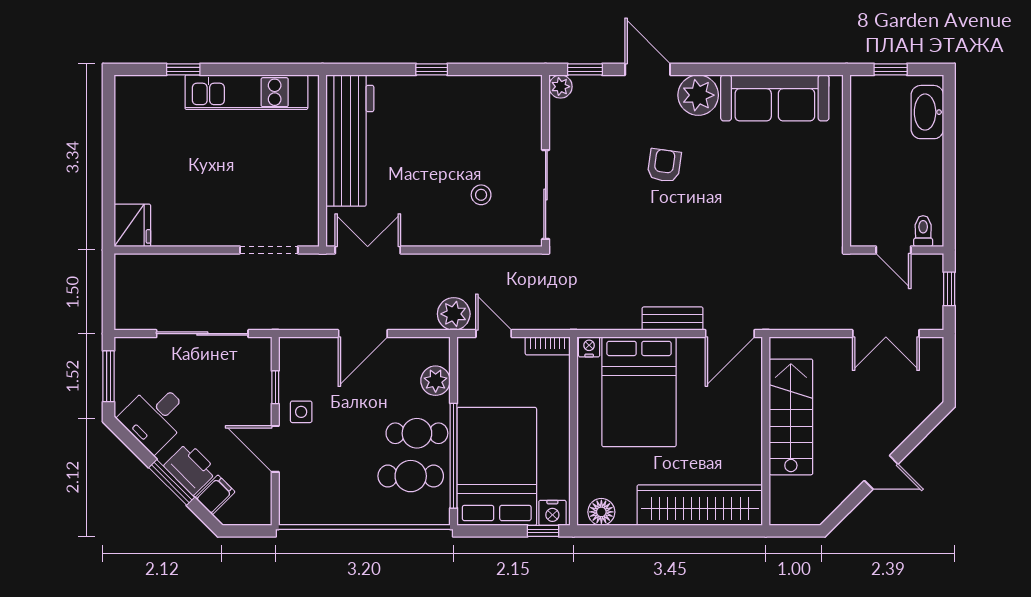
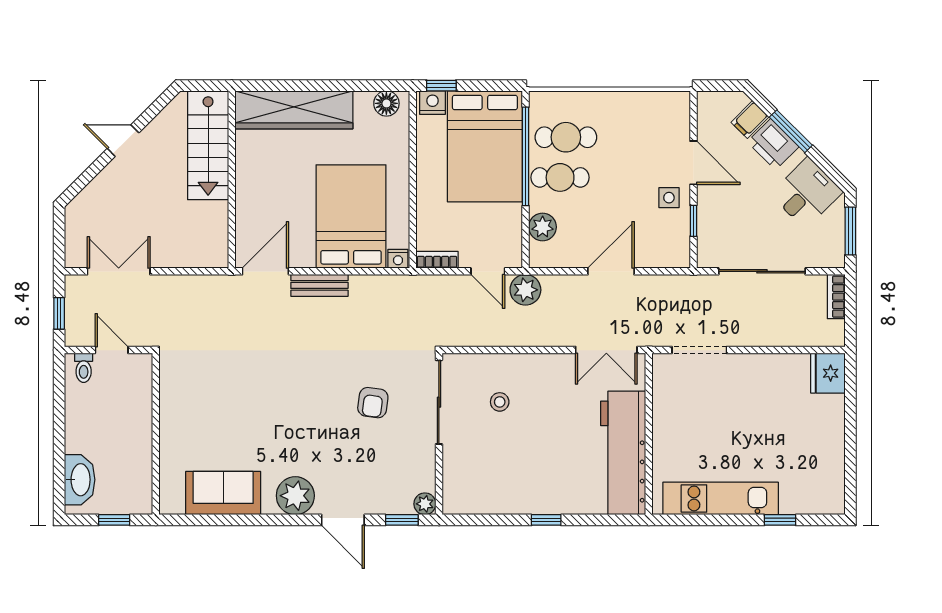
sofa: (775, 98) -> (223, 493), width x0.73
armchair: (664, 165) -> (373, 403), moved
bookcase: (123, 307) -> (836, 297), added
stairs: (791, 417) -> (208, 145), moved

